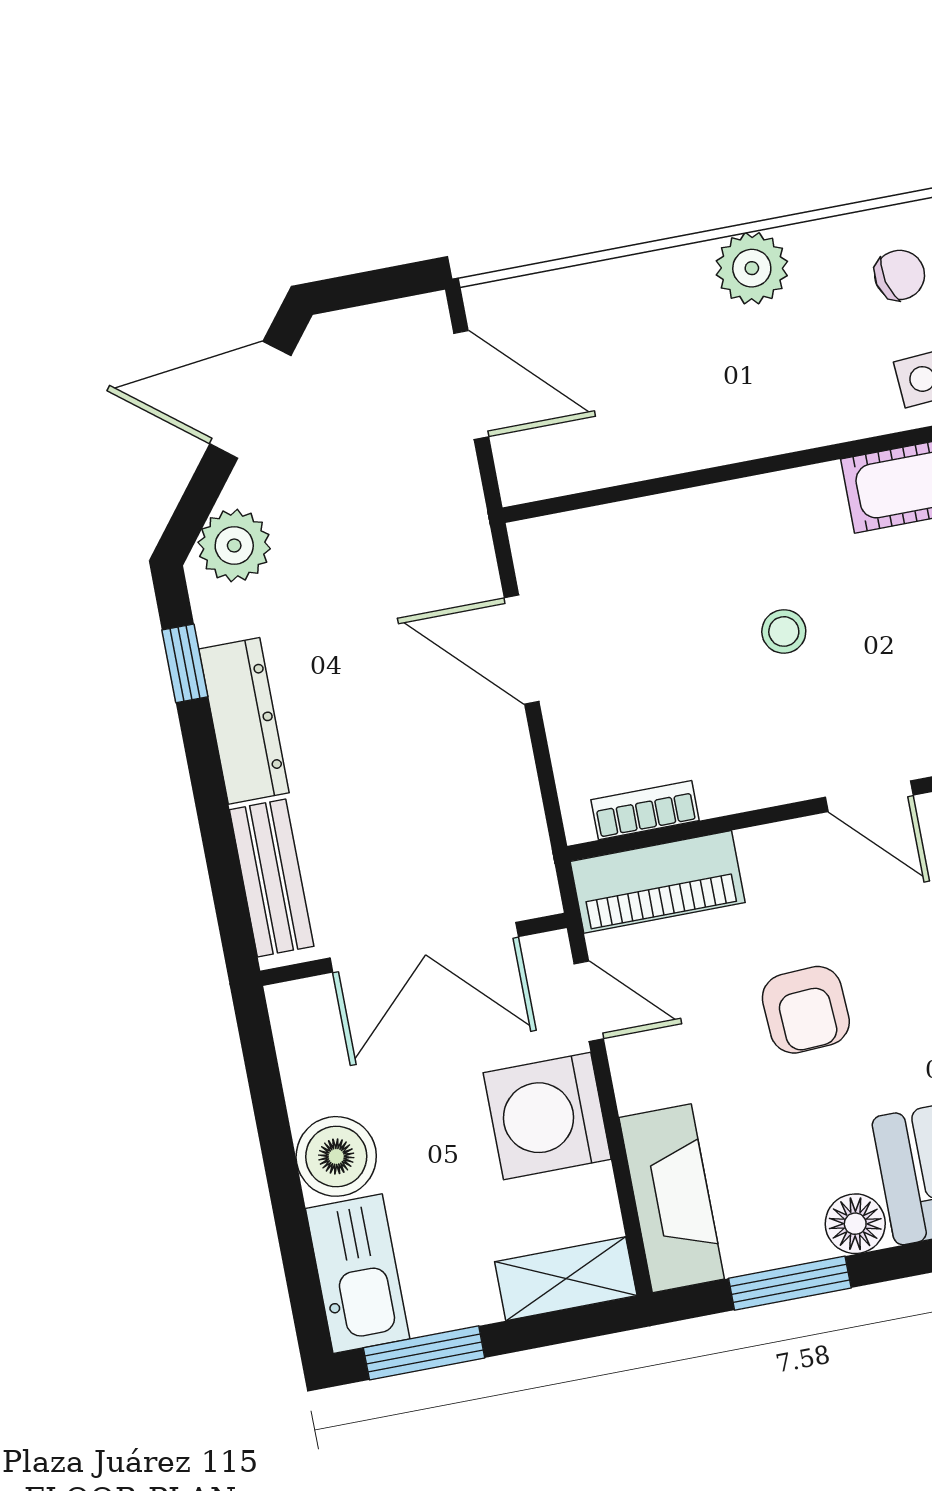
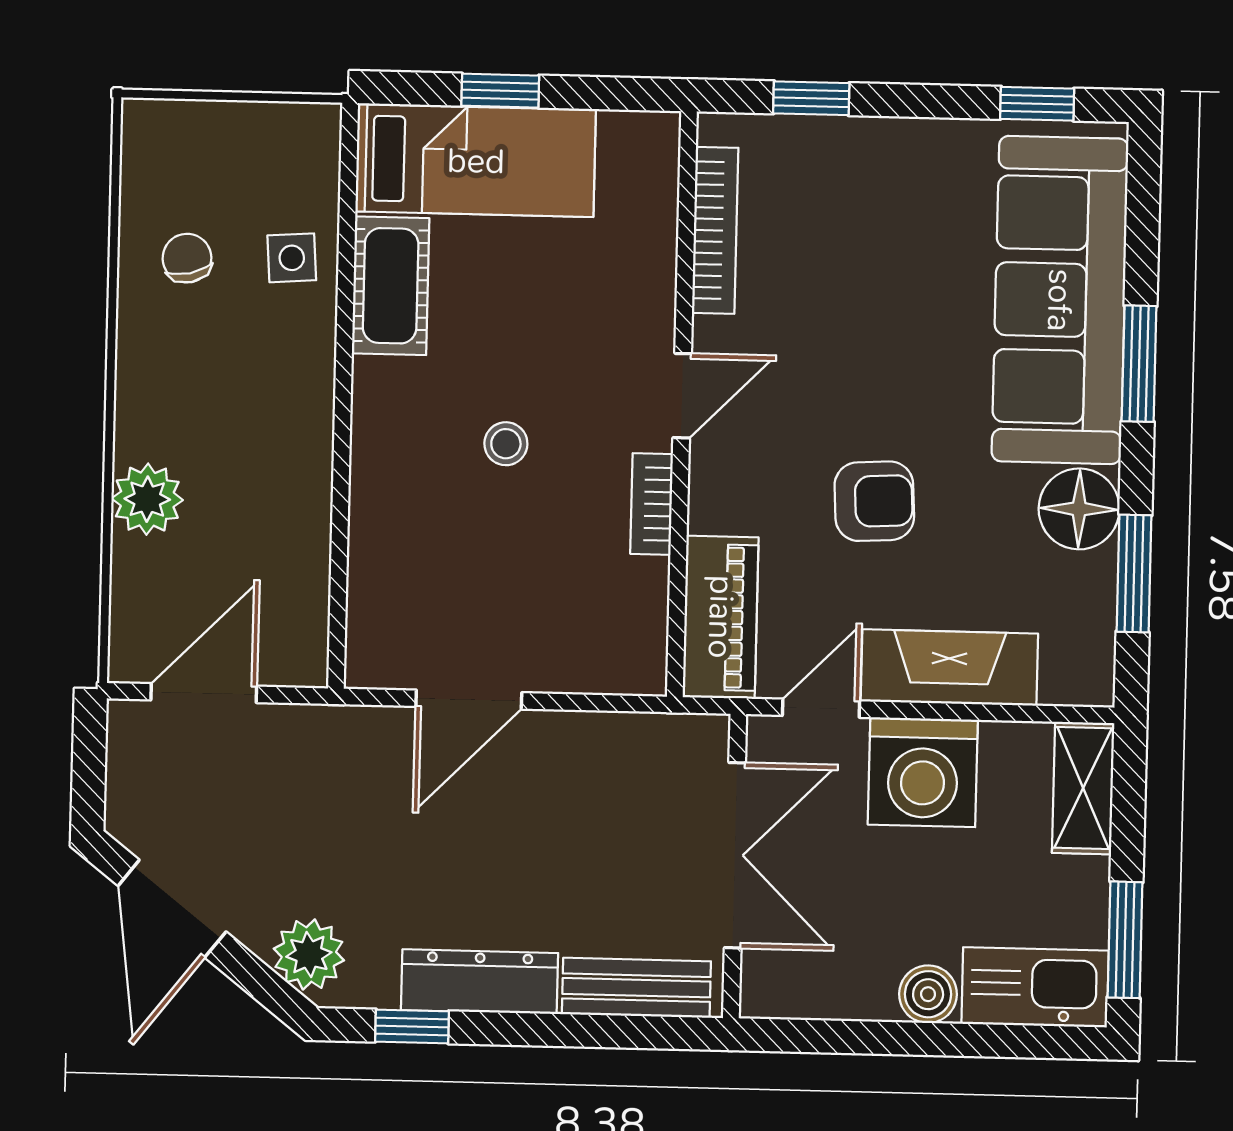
plant: (752, 268) -> (147, 499), moved
bookcase: (645, 810) -> (652, 504), moved
boiler: (336, 1156) -> (928, 994), width x0.73, depth x0.73
fireplace: (672, 1198) -> (949, 668), moved
floor lamp: (855, 1224) -> (1079, 509), width x1.38, depth x1.38

